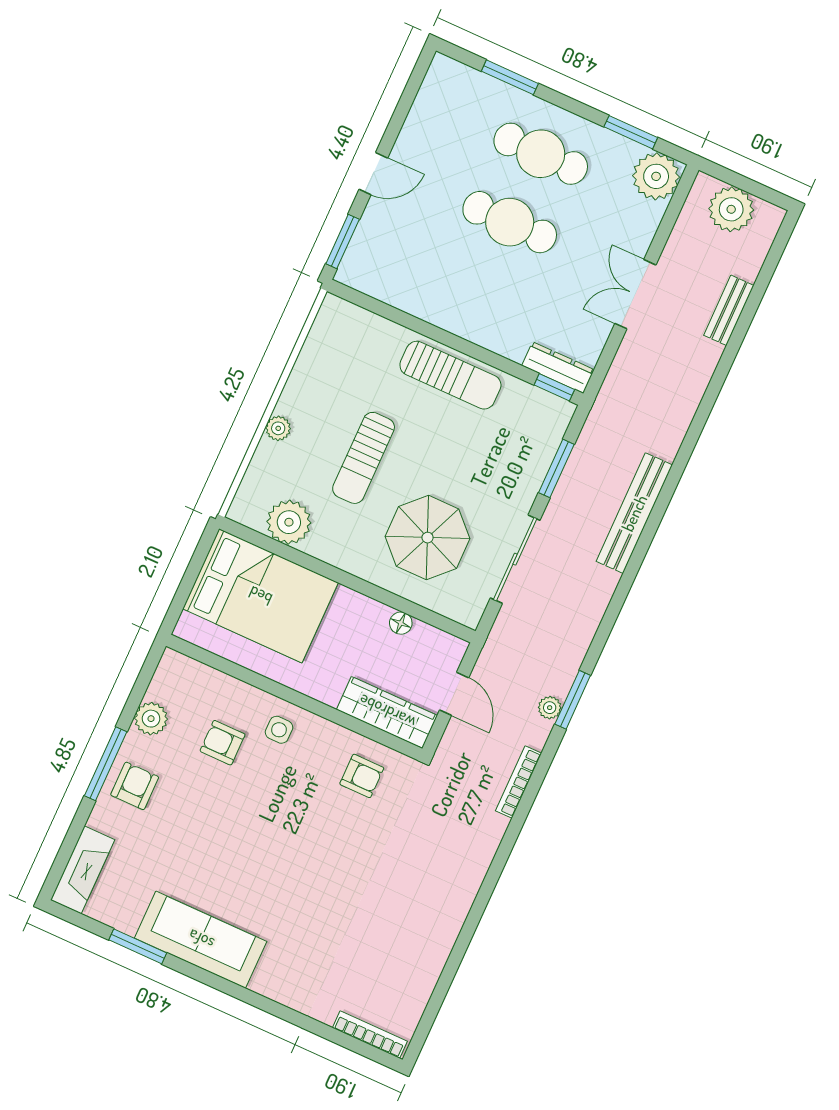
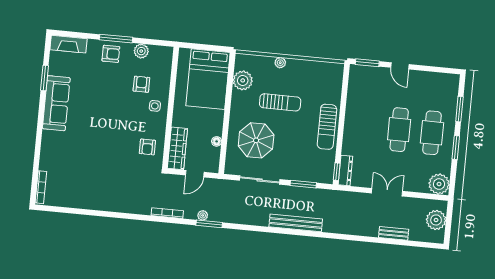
window: (631, 132) -> (456, 148), moved
sun lounger: (364, 458) -> (280, 102), turned 180

